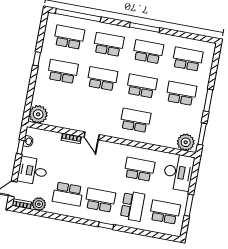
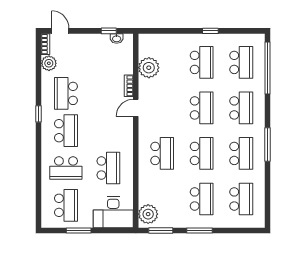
plant: (38, 114) -> (149, 68), moved
desk: (32, 171) -> (85, 49), removed
window: (106, 226) -> (39, 114), moved

